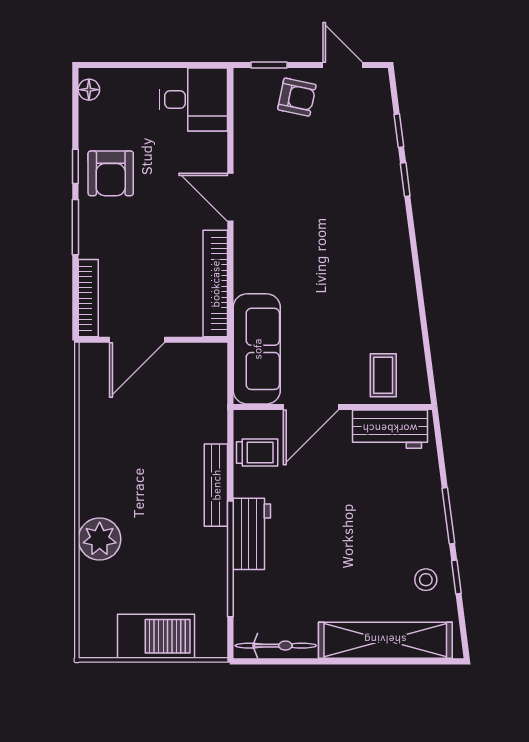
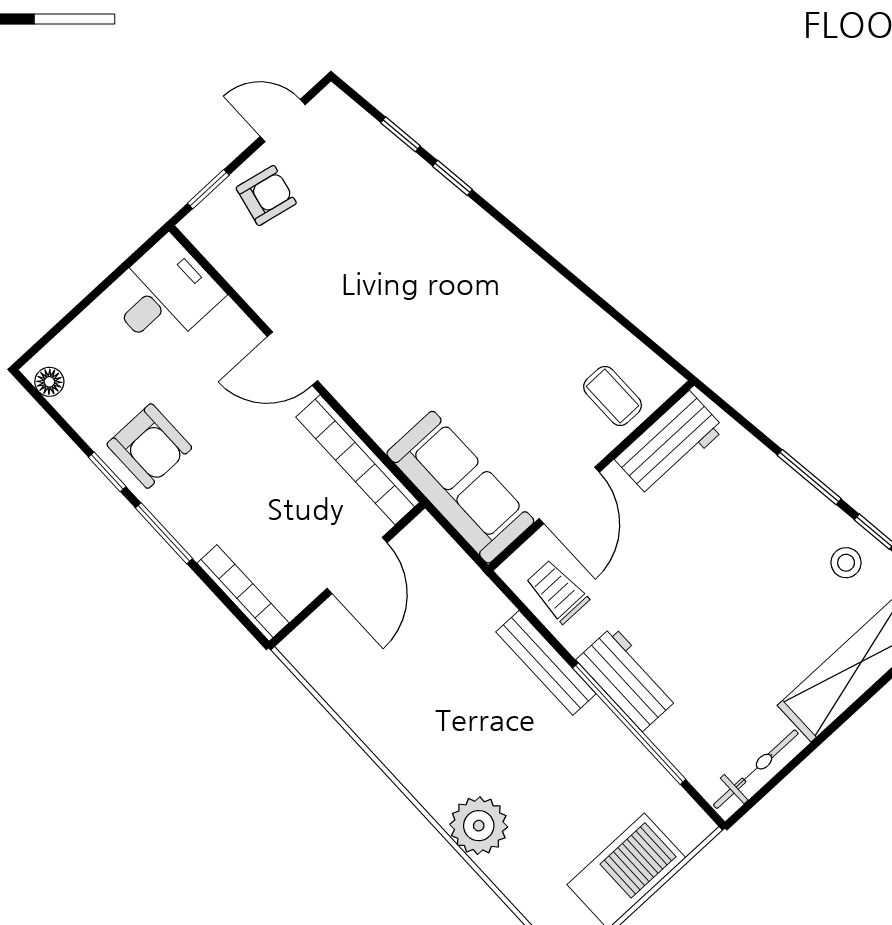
door: (137, 340) -> (357, 565), moved
trolley: (257, 453) -> (557, 591), turned -90

